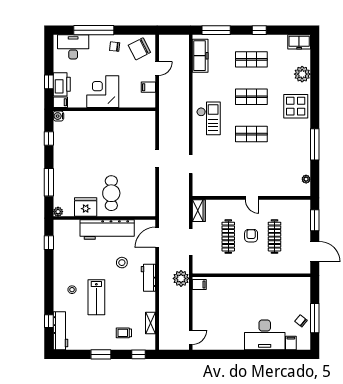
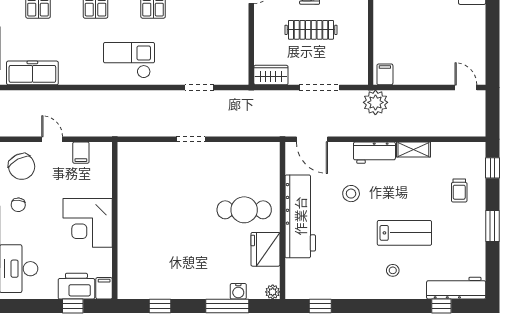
water cooler: (58, 116) -> (238, 291), moved
shelving: (150, 323) -> (413, 149), moved

